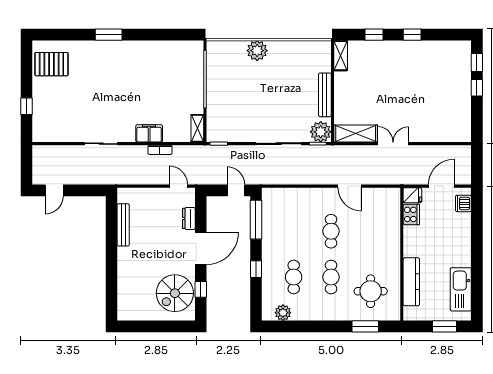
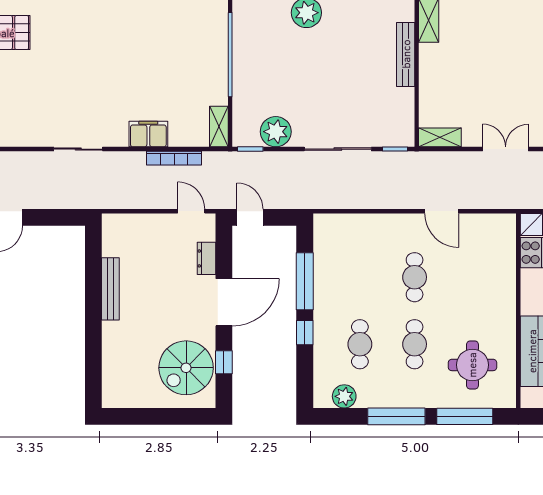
bench: (325, 95) -> (406, 54), moved
plant: (321, 132) -> (276, 132), moved
shelving: (356, 134) -> (440, 137), width x0.67, depth x0.75
bookcase: (160, 150) -> (174, 158), width x1.56
door: (236, 190) -> (250, 217), moved
window: (256, 220) -> (305, 281), moved
bench: (123, 225) -> (110, 289), moved
window: (319, 326) -> (396, 416), added
window: (365, 326) -> (465, 416), width x1.44

